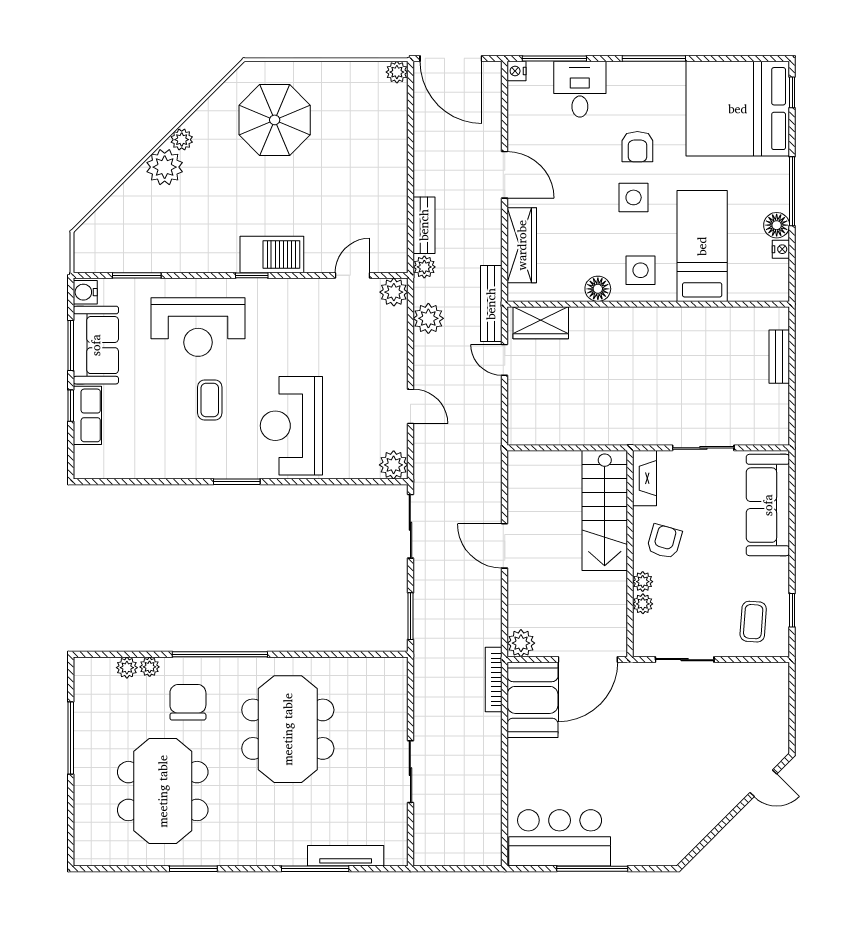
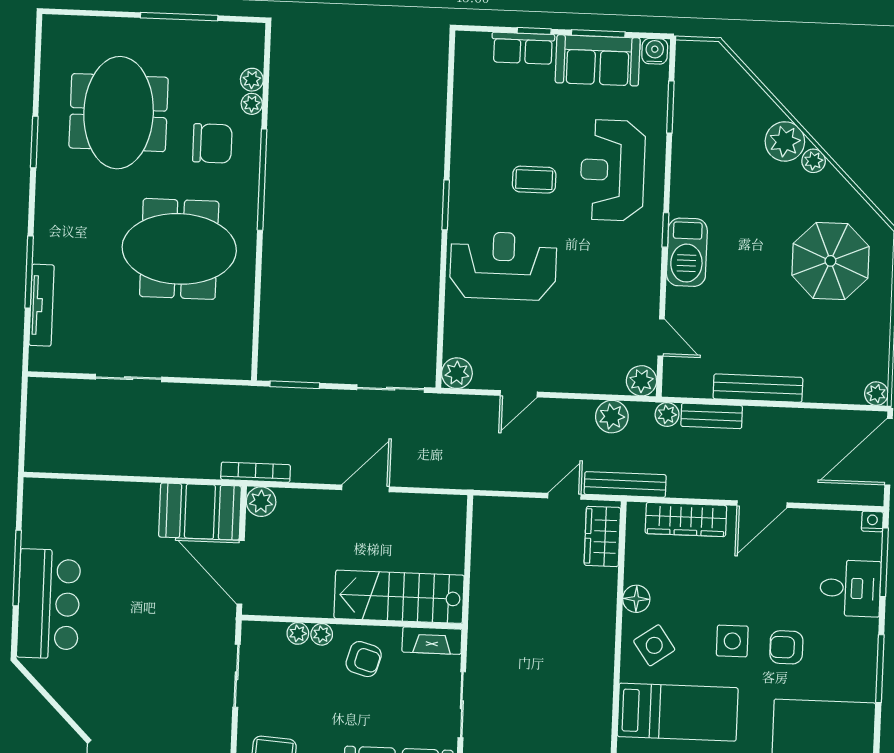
bench: (396, 183) -> (758, 388), added
side table: (641, 270) -> (654, 645), turned -35
bookcase: (494, 680) -> (256, 472), moved
meeting table: (163, 791) -> (119, 113), turned 90
bar counter: (560, 838) -> (49, 604), moved

